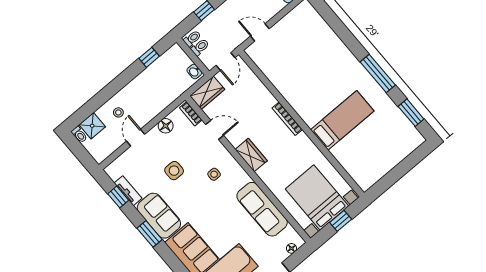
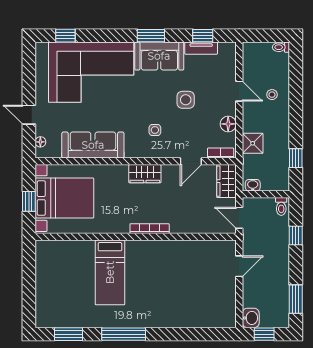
toilet: (200, 47) -> (269, 207), removed
shower: (92, 126) -> (253, 143), moved

